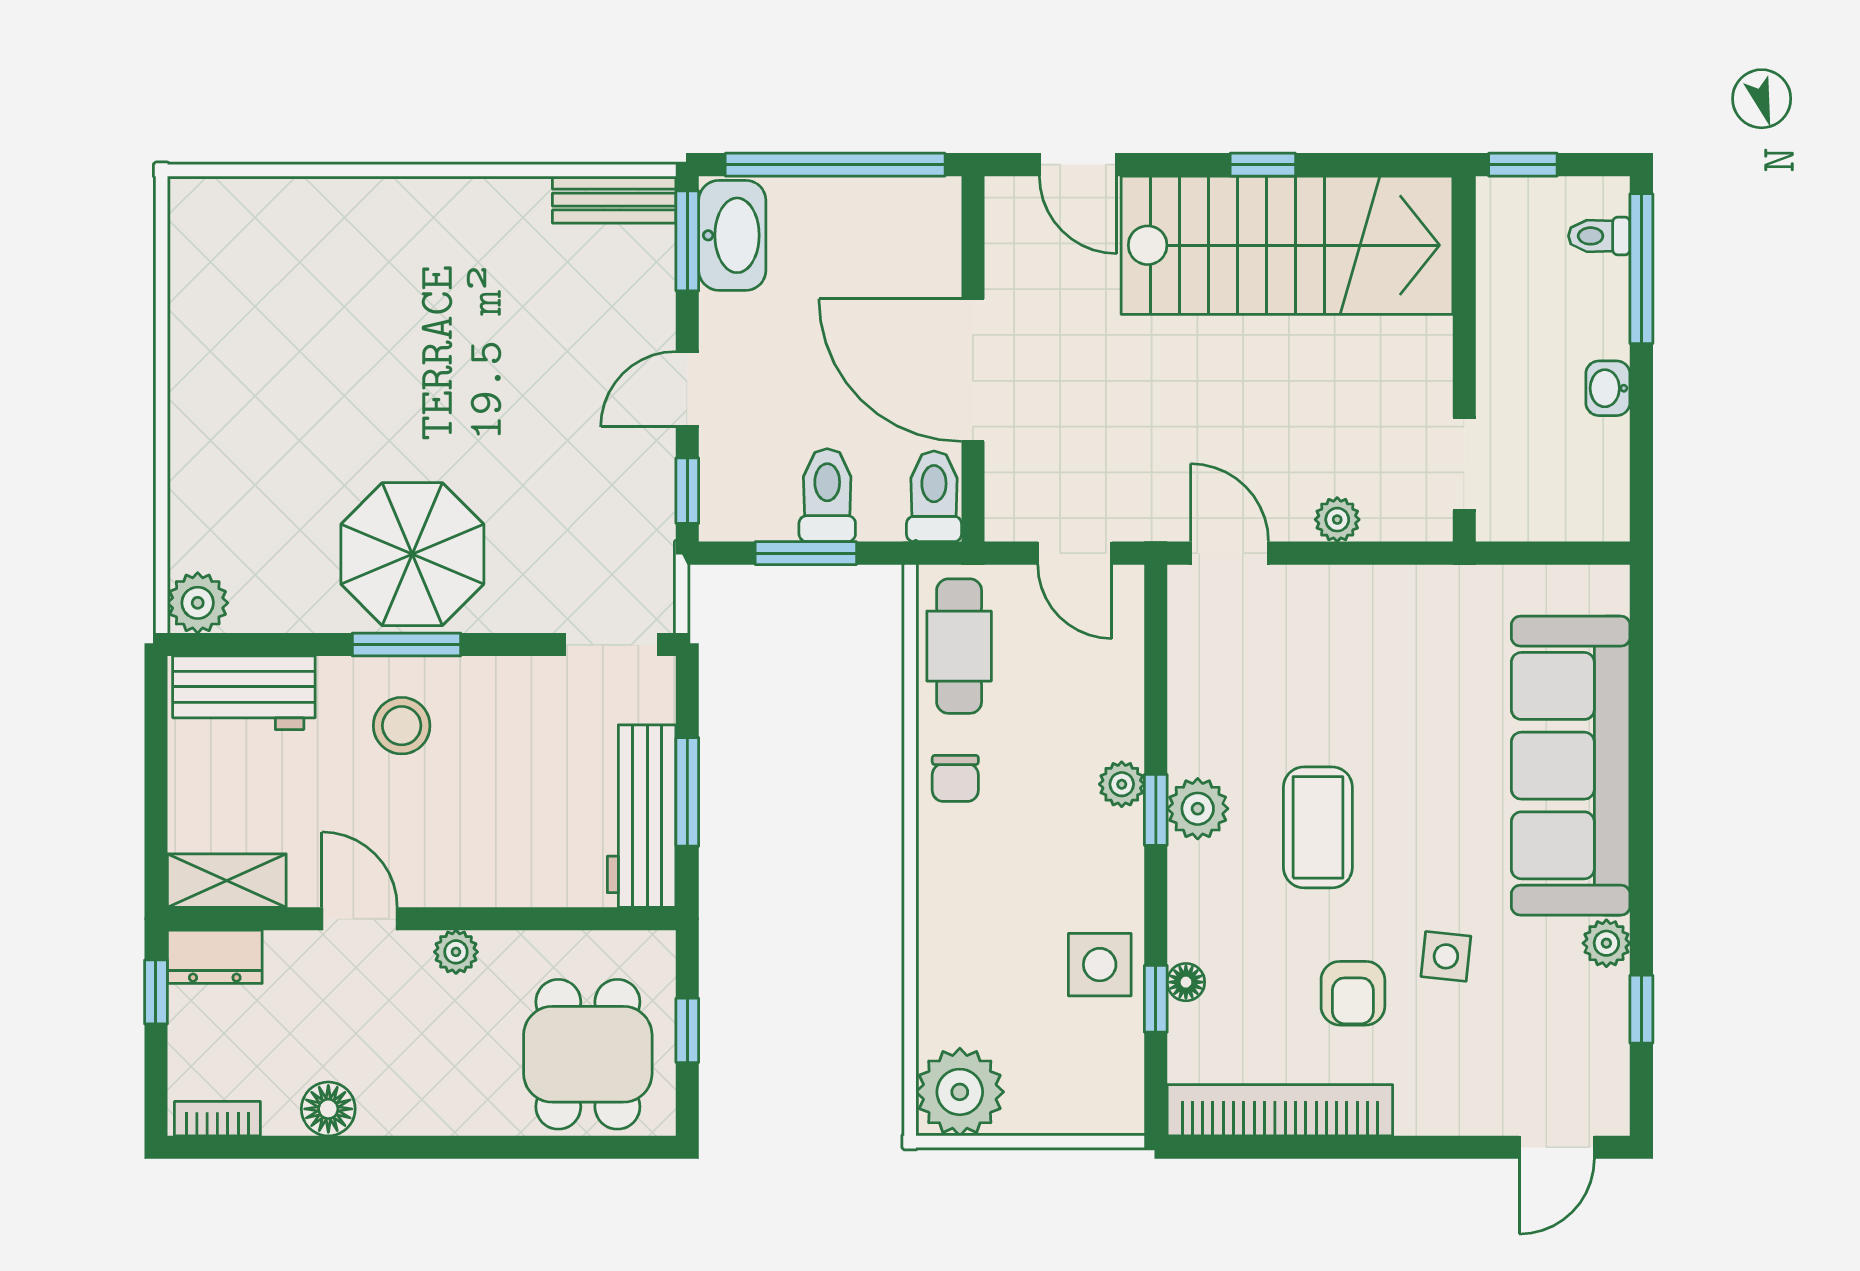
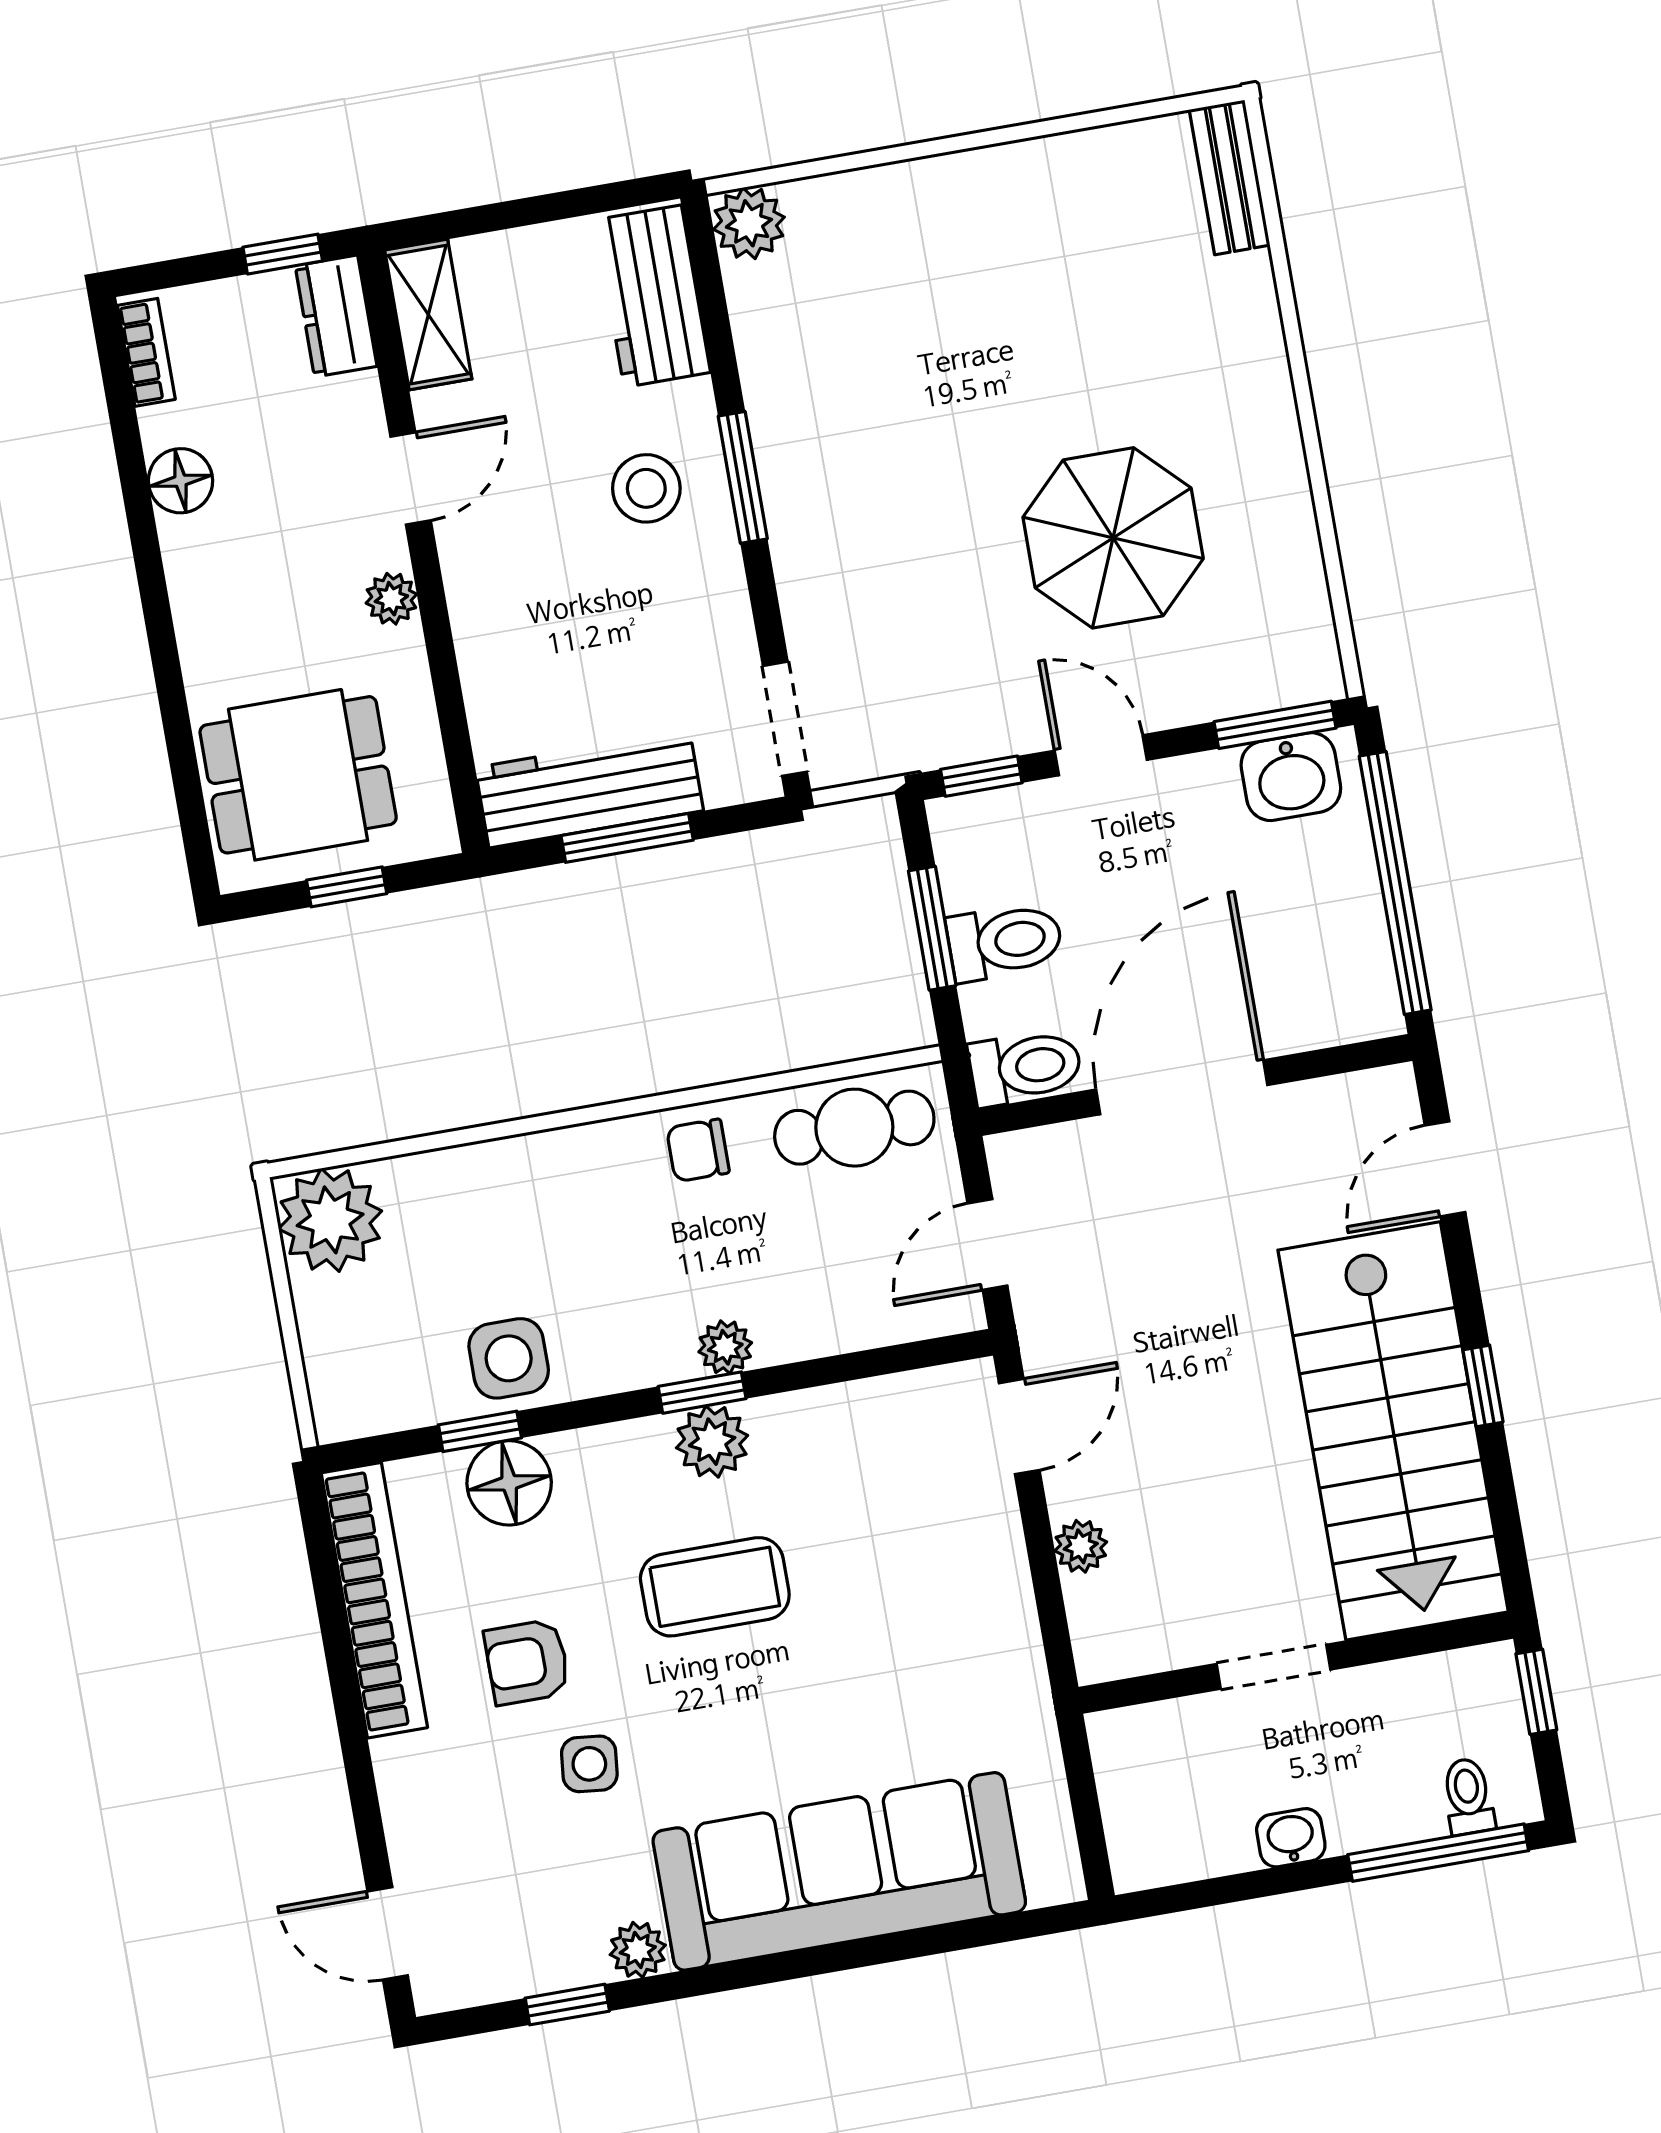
bench: (614, 200) -> (1230, 177), moved
washbasin: (732, 235) -> (1291, 777), width x0.72
doorway: (1464, 464) -> (1274, 1667), moved
parasol: (412, 554) -> (1113, 538), moved
floor lamp: (1186, 982) -> (509, 1483), width x1.89, depth x1.89

